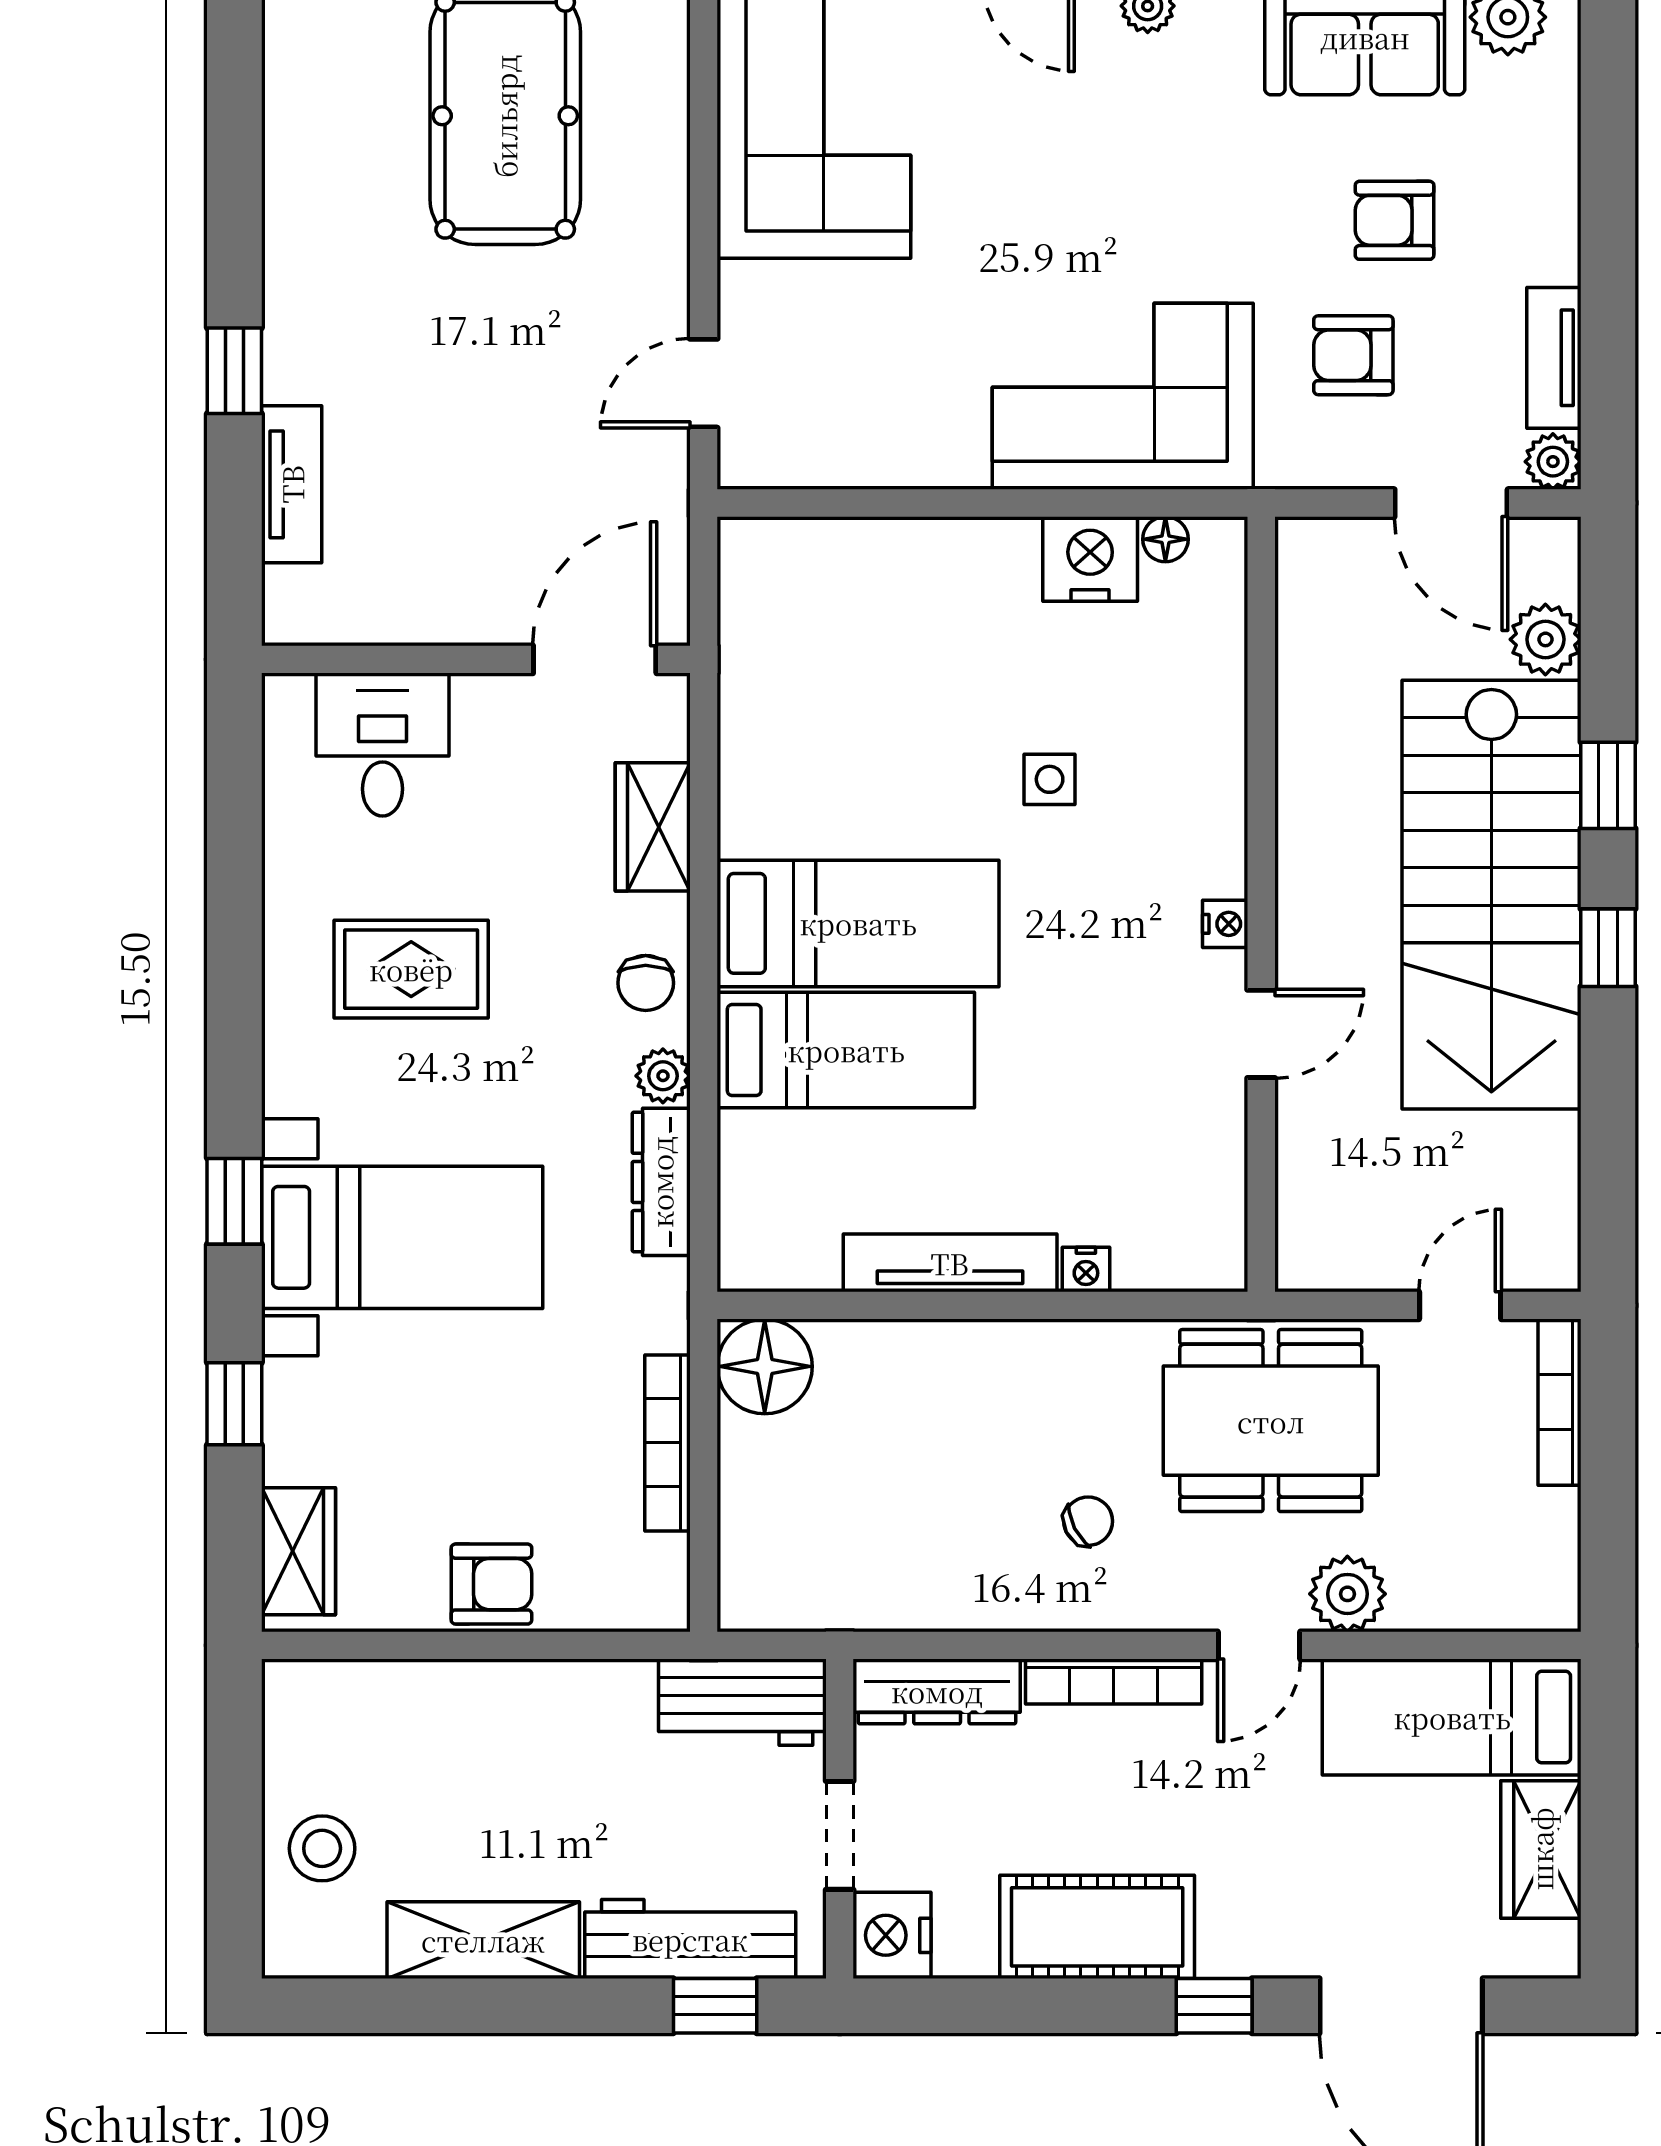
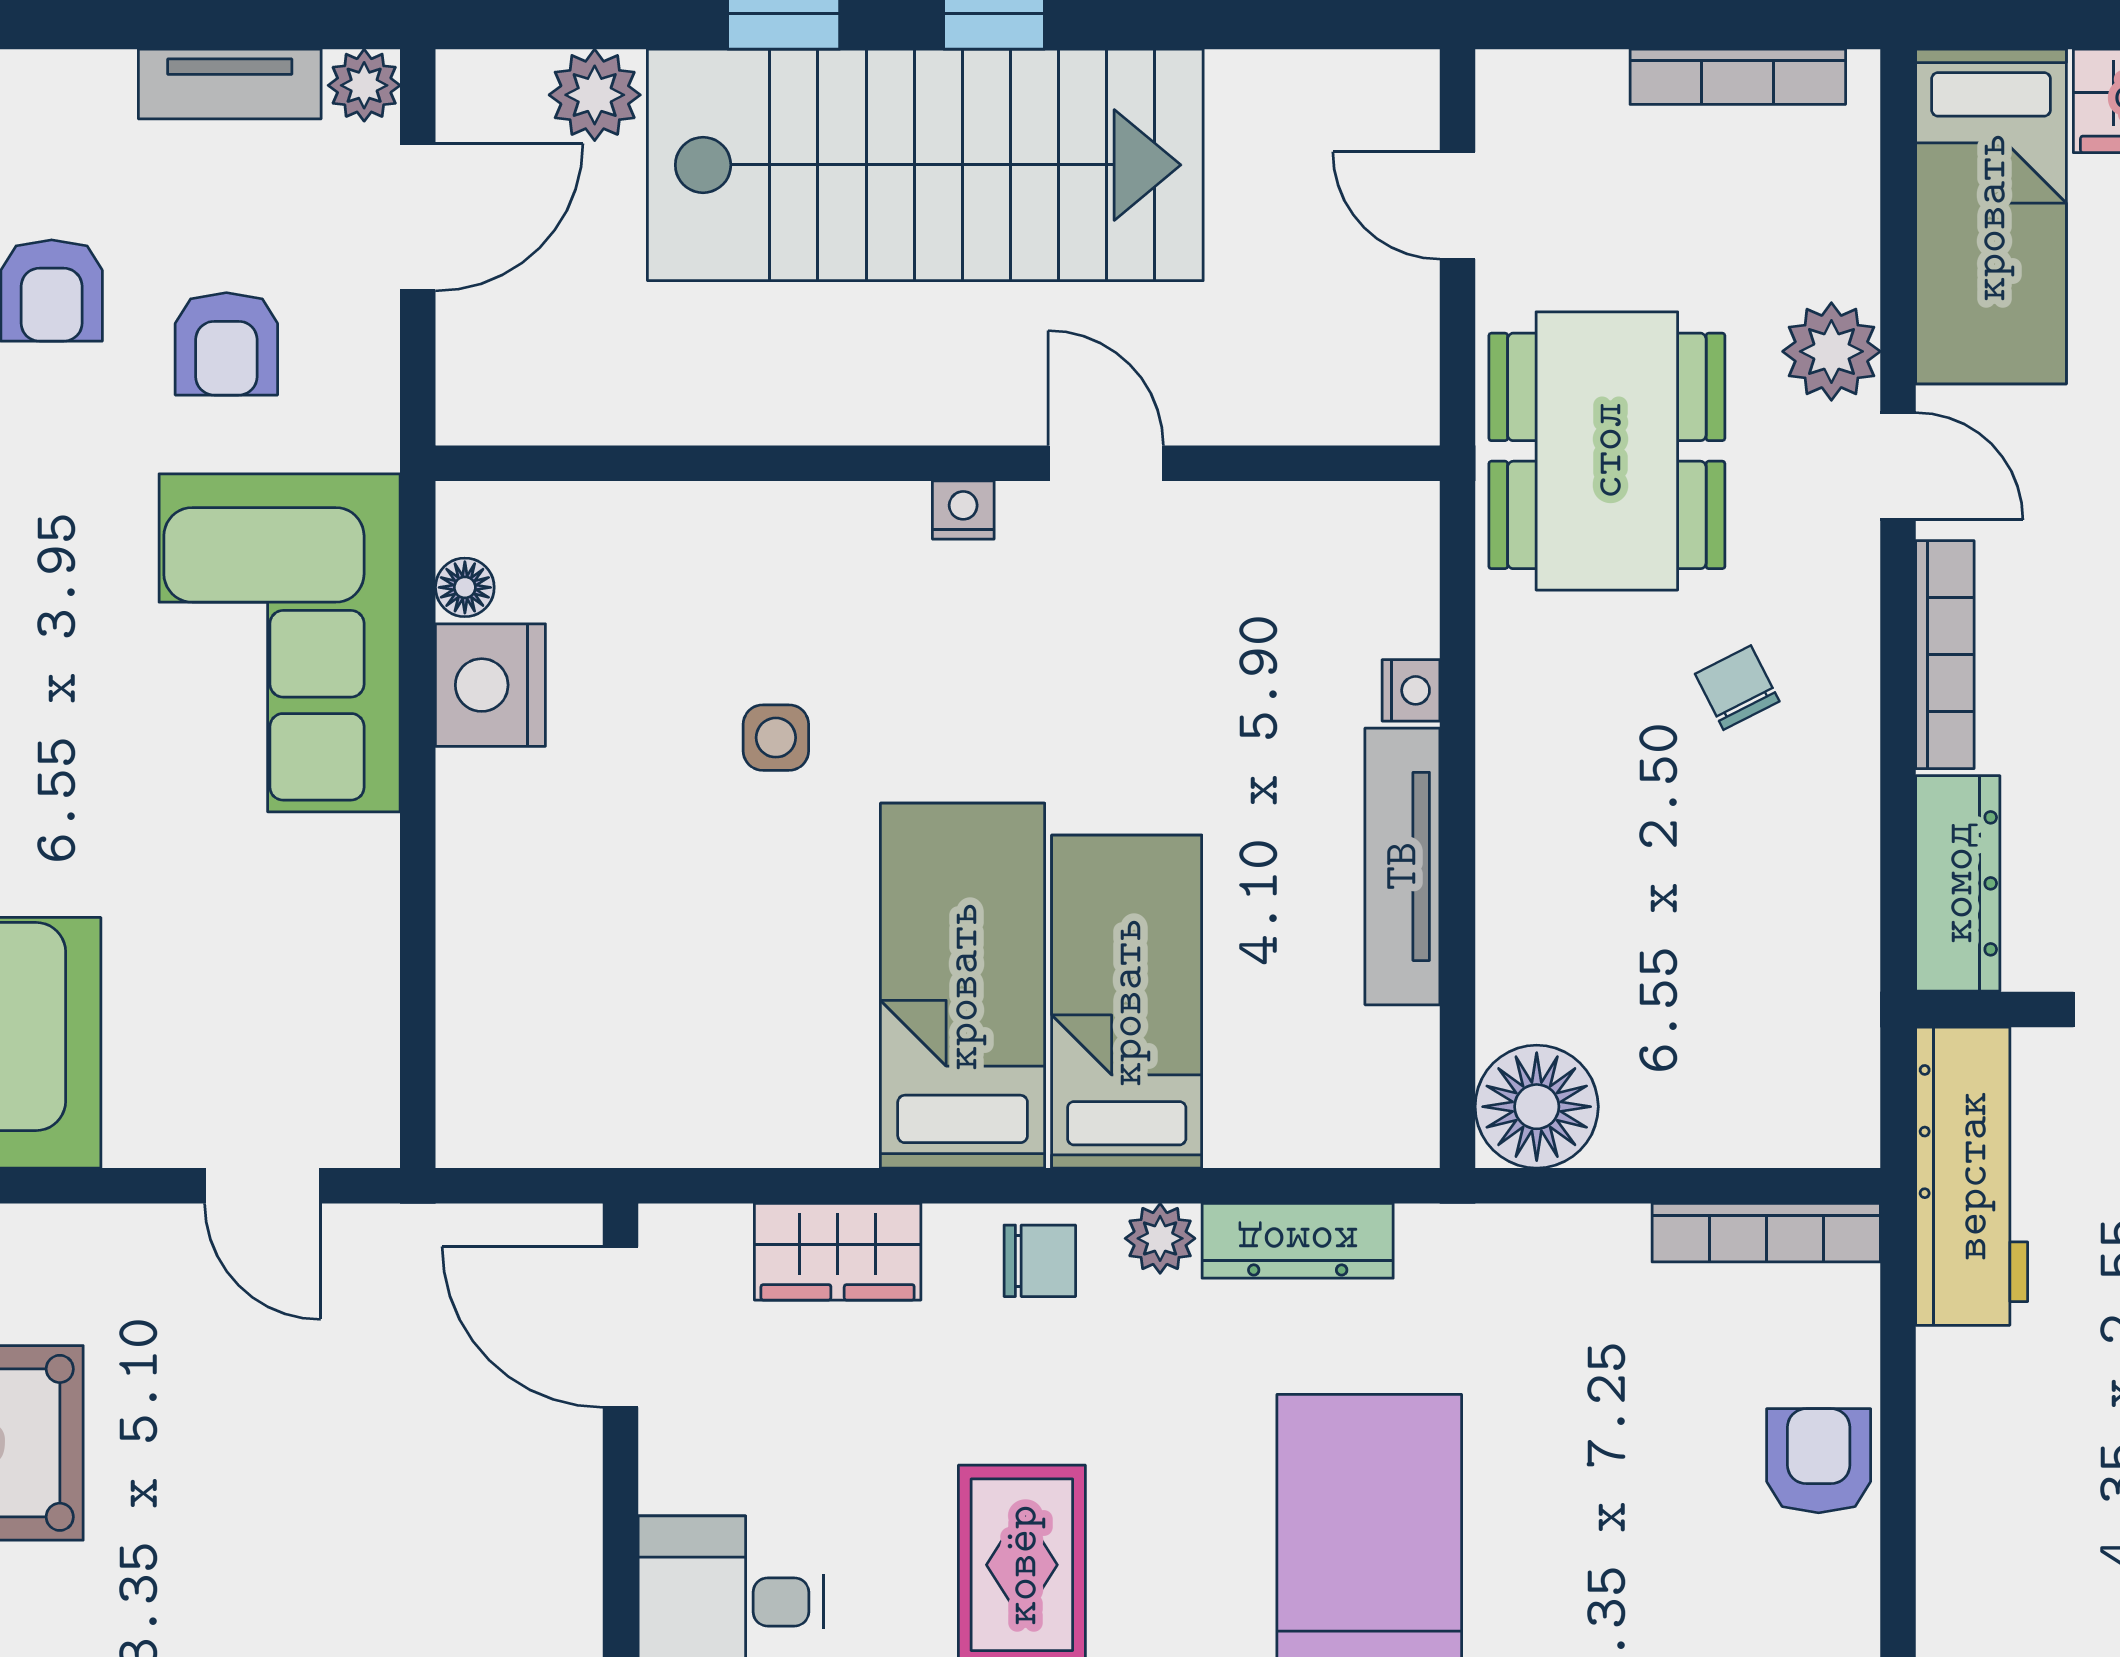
bookcase: (1559, 1402) -> (1738, 77), moved
bookcase: (667, 1443) -> (1766, 1233), moved
workbench: (742, 1702) -> (1972, 1176), width x1.38

